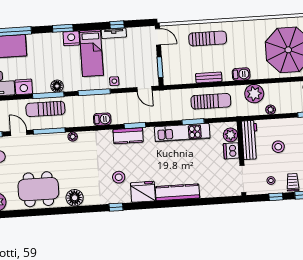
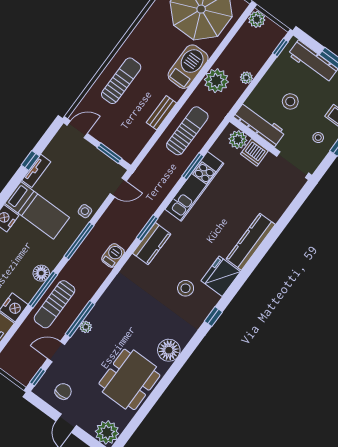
barbecue: (241, 74) -> (188, 67), width x1.88, depth x1.53
plant: (73, 137) -> (86, 327), moved

